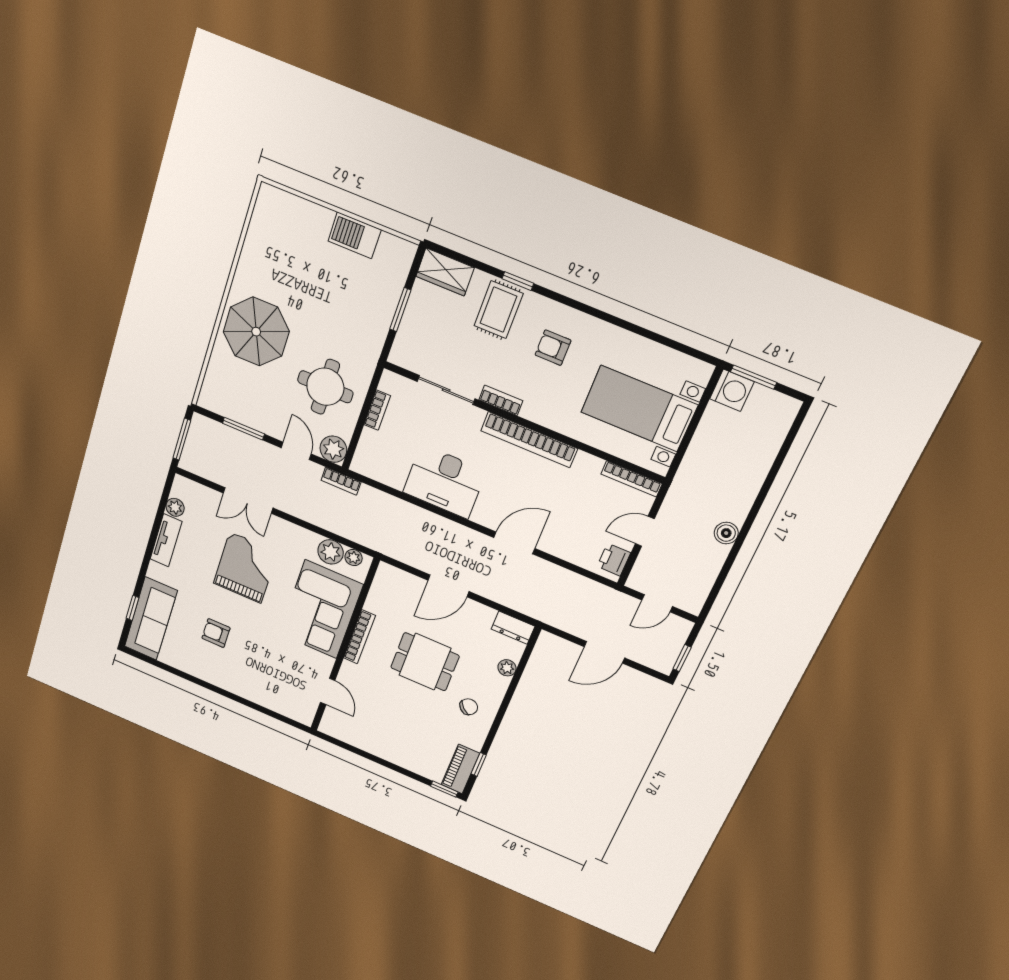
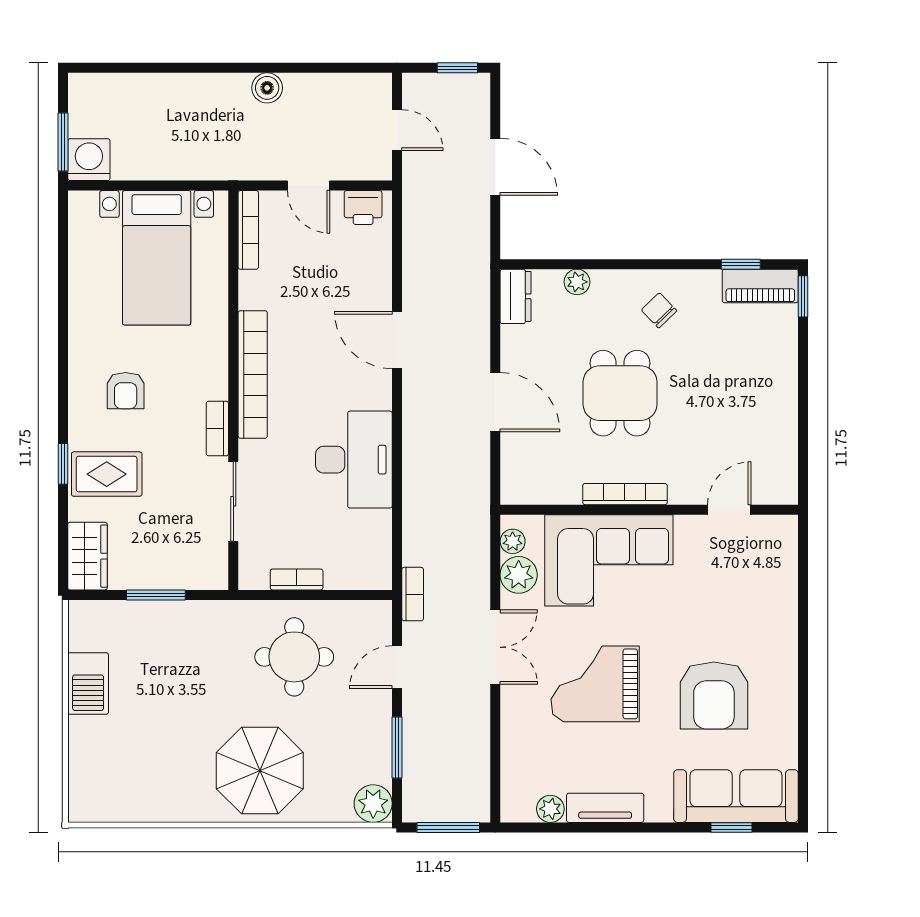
plant: (333, 449) -> (373, 804), moved
double door: (248, 501) -> (495, 647), moved
armchair: (216, 633) -> (714, 696), width x1.88, depth x1.88

